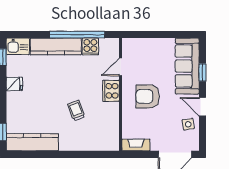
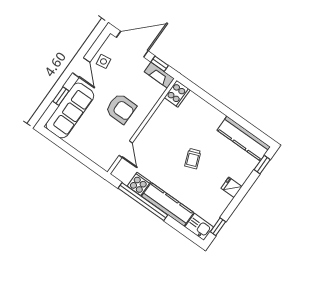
door: (121, 67) -> (126, 149), hinge flipped
fridge: (14, 84) -> (232, 187), moved
cooker: (111, 91) -> (177, 94), moved
trolley: (76, 111) -> (193, 159), moved
window: (142, 154) -> (160, 64), added

